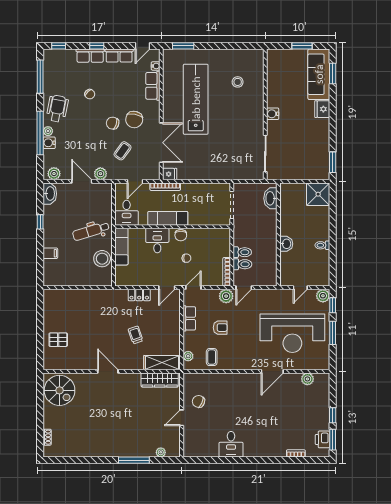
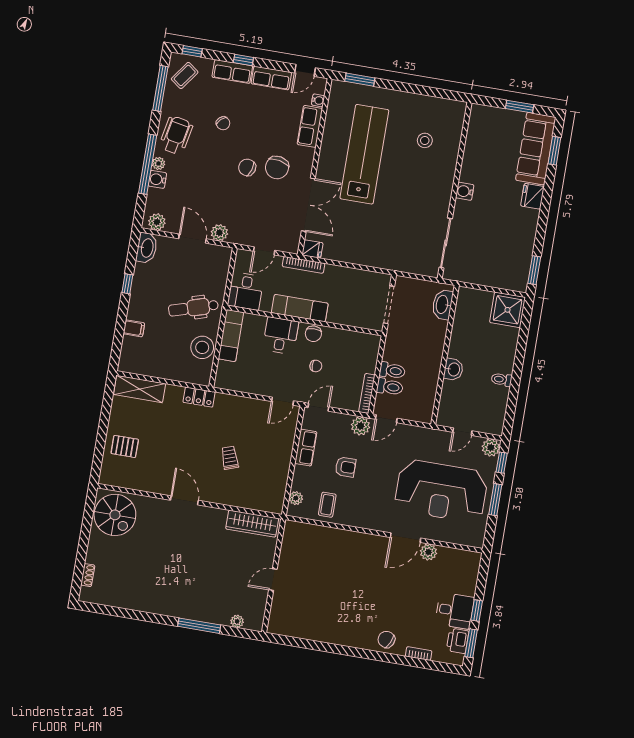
coffee table: (123, 151) -> (185, 75), moved
locker: (139, 295) -> (199, 397), moved
shelving: (162, 363) -> (140, 389), moved
plant: (307, 379) -> (428, 552), moved
chair: (198, 401) -> (386, 639), moved
desk: (231, 444) -> (455, 611), moved, turned -90

